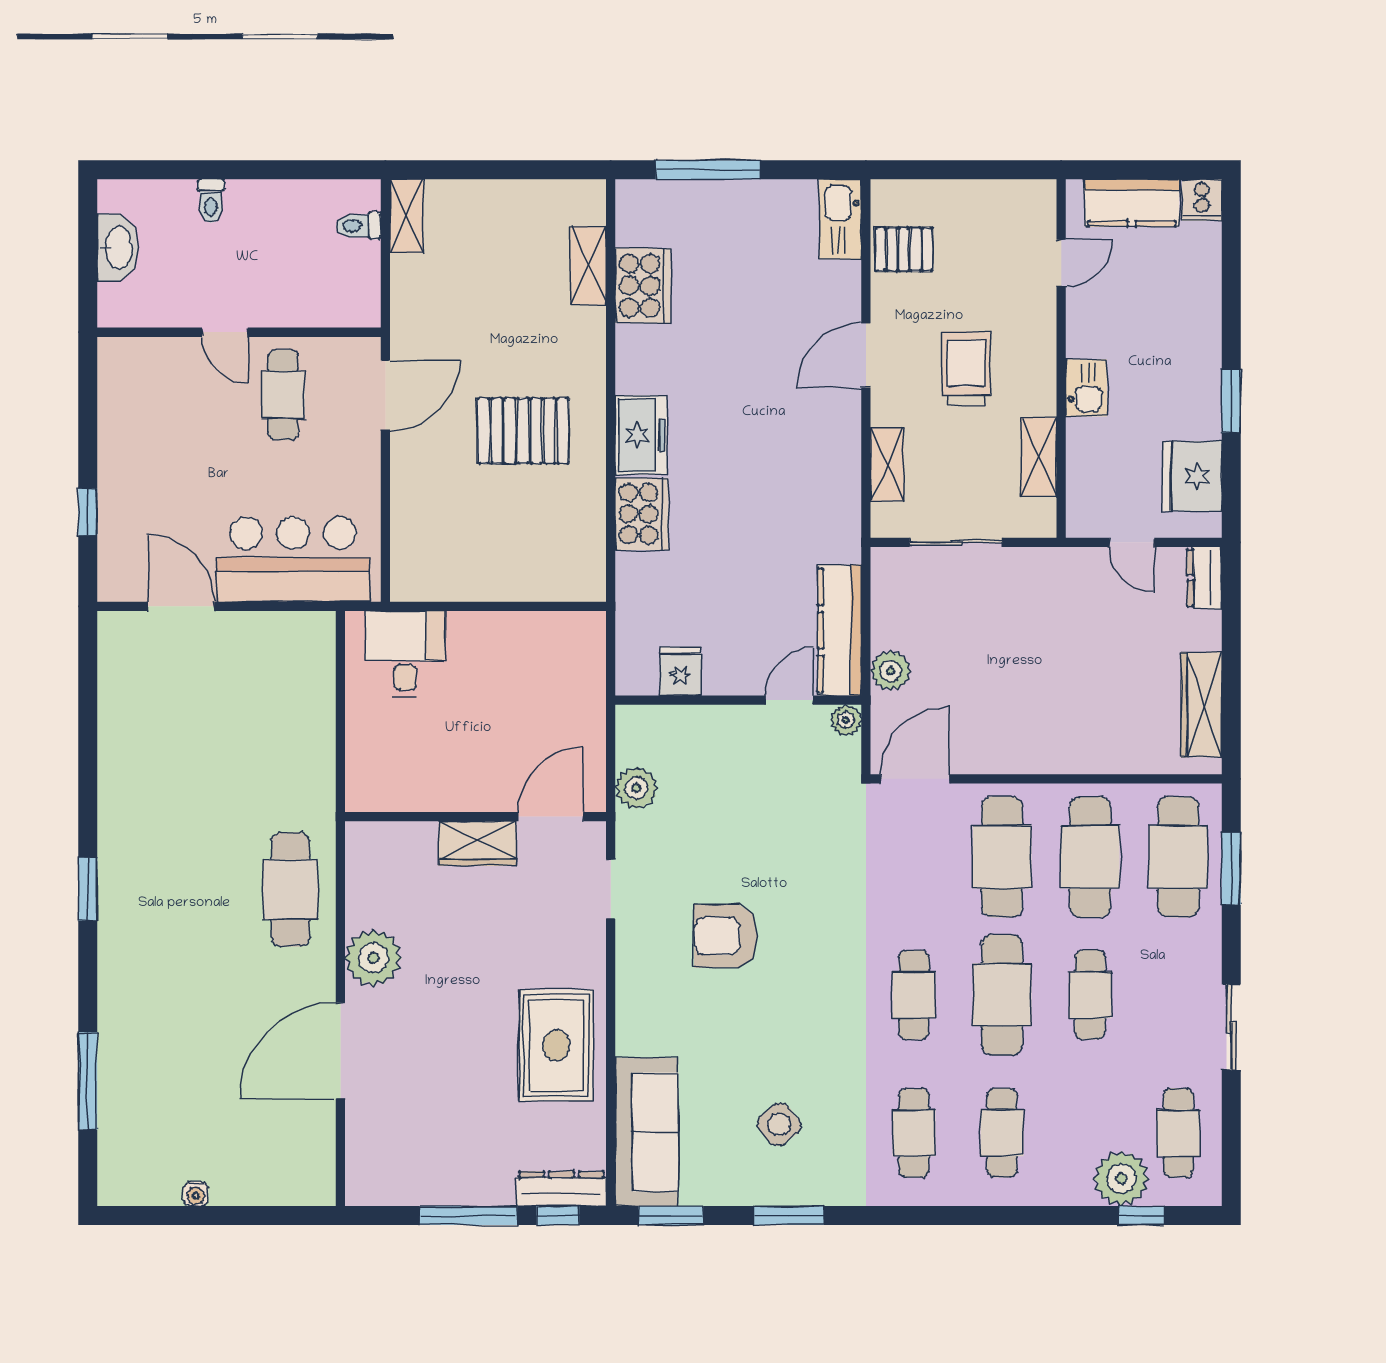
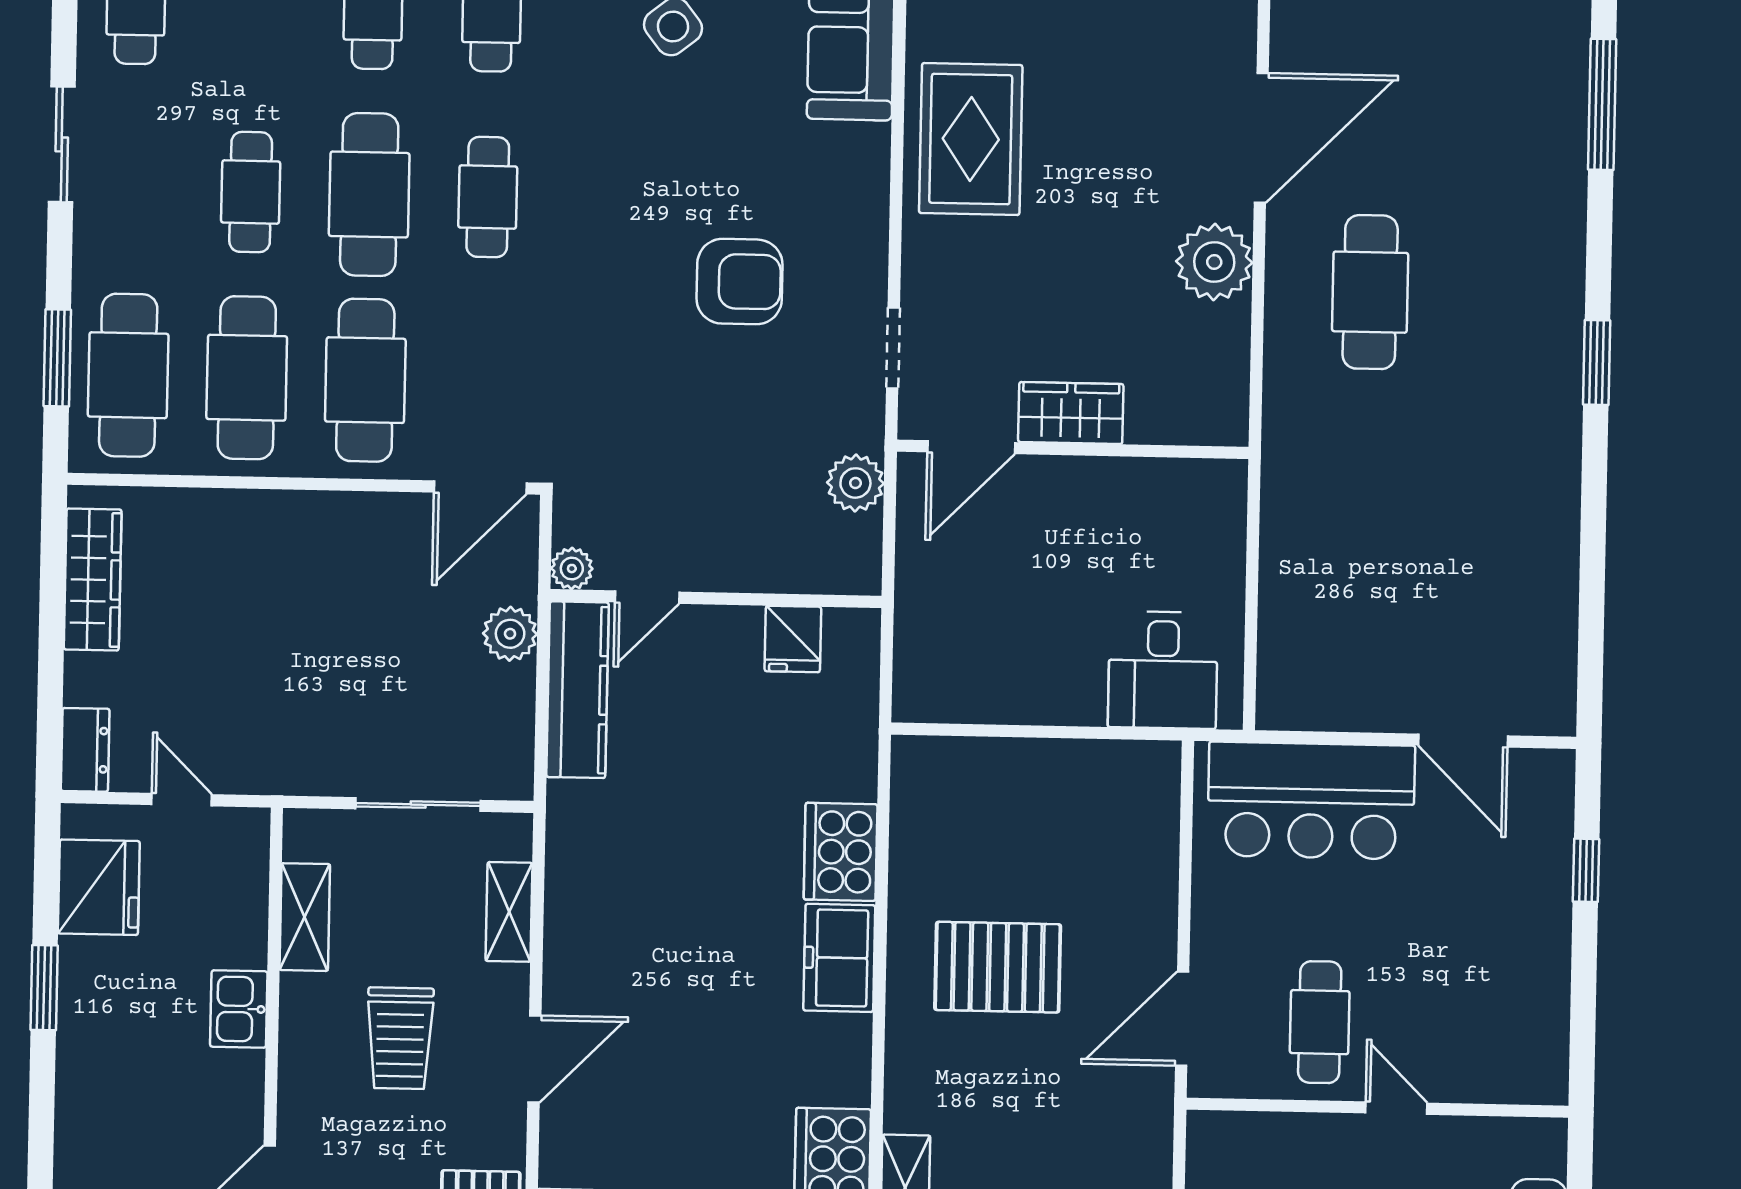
cafe table: (290, 890) -> (1370, 292), moved

